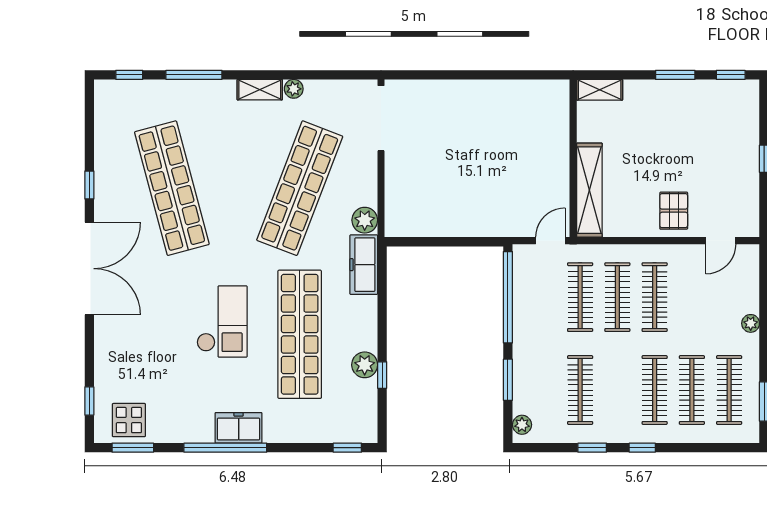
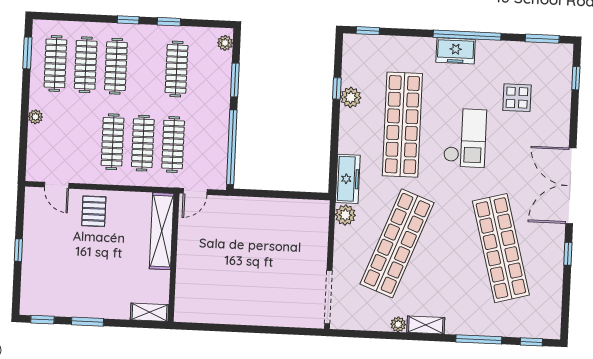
door: (721, 241) -> (57, 185), swing flipped
checkout: (222, 321) -> (465, 138), turned 180
display table: (129, 420) -> (517, 98), moved

